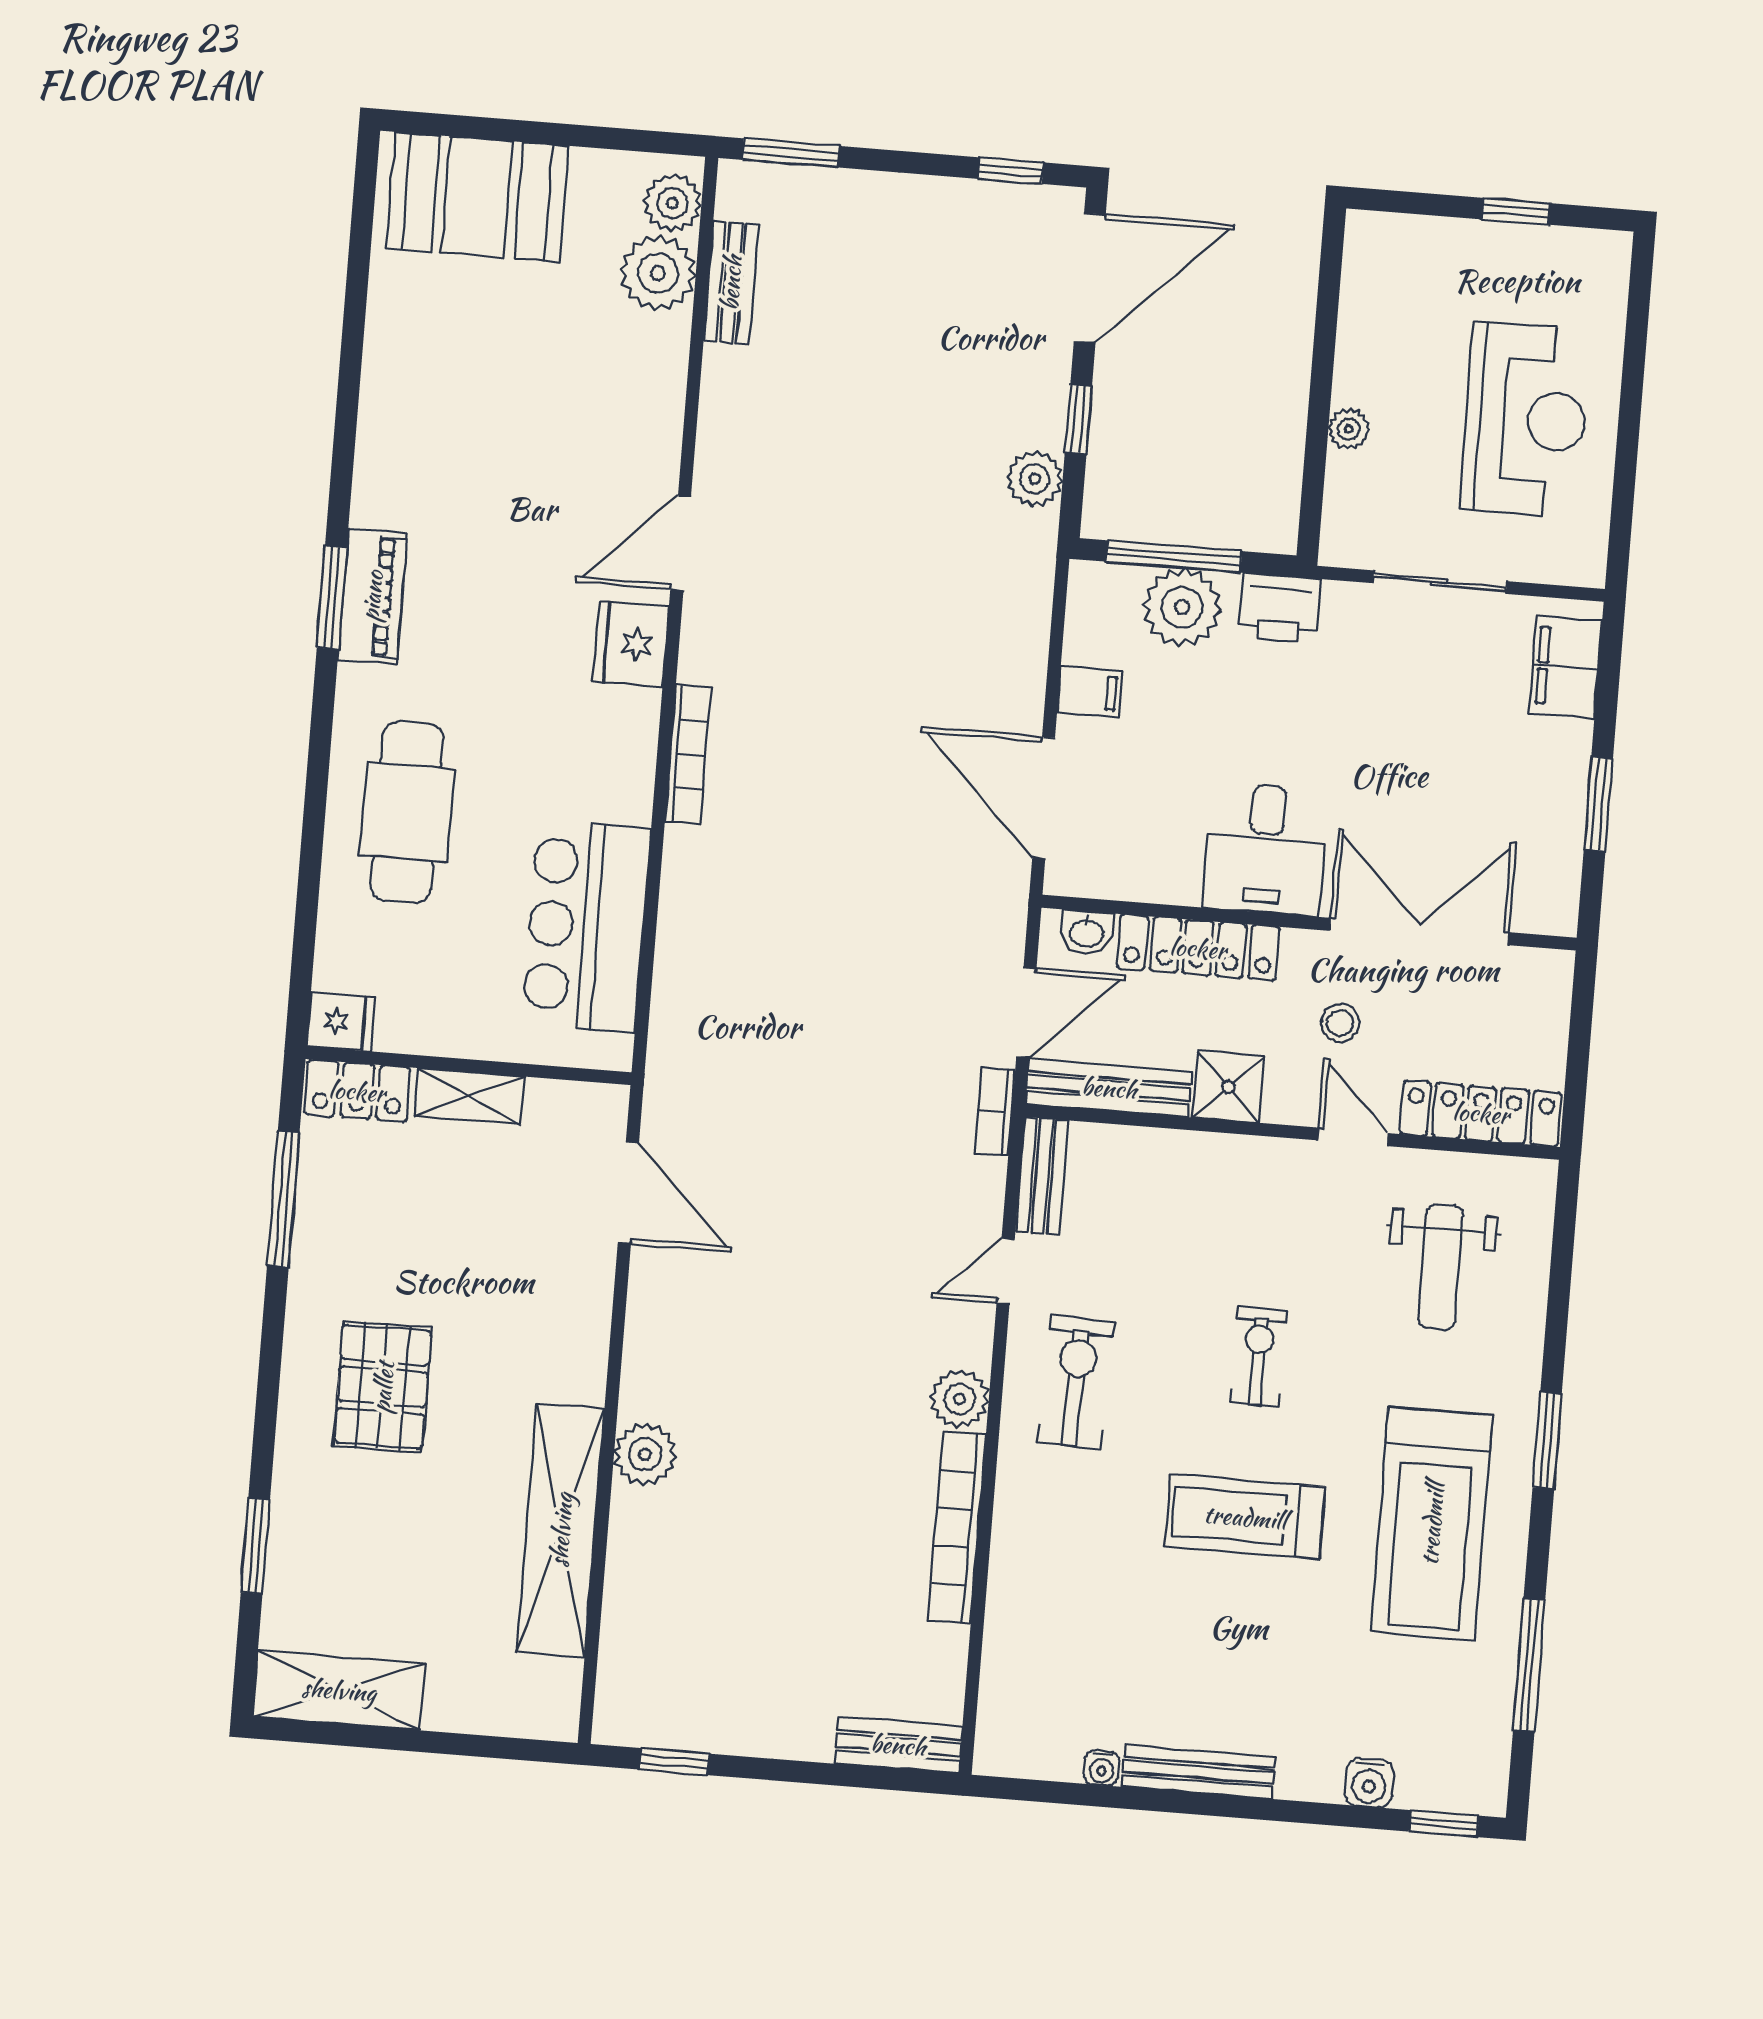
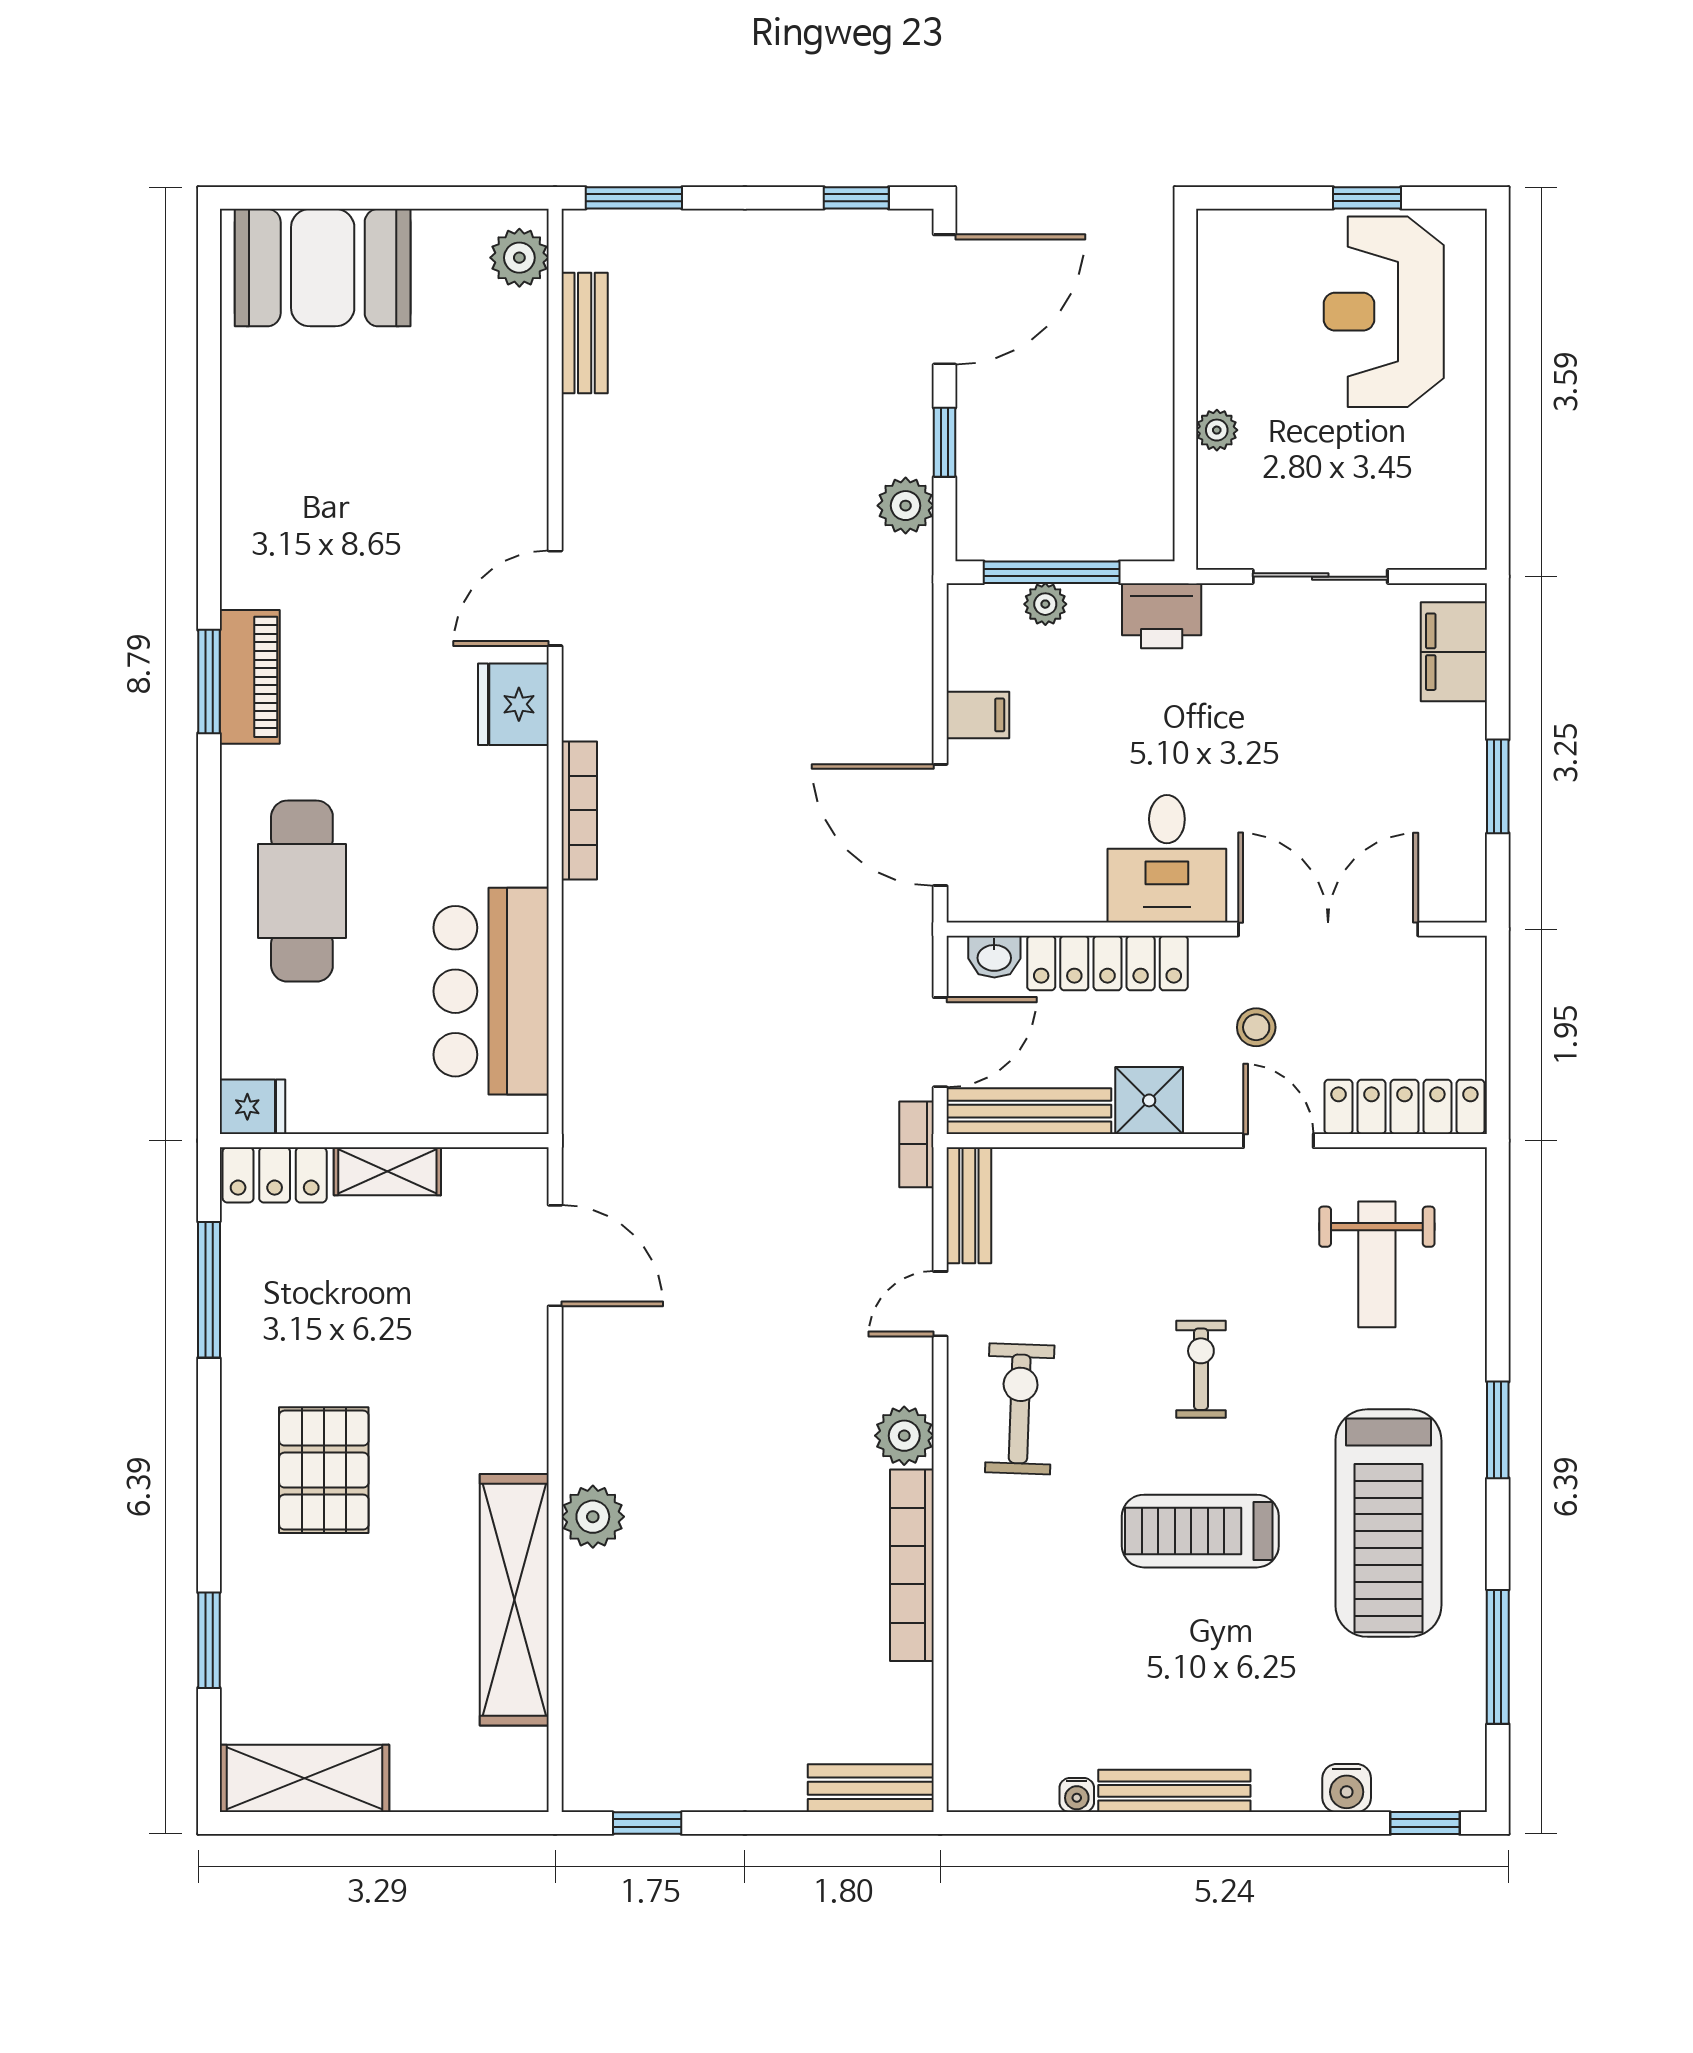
plant: (658, 273) -> (510, 329), removed
reception desk: (1525, 420) -> (1384, 312), moved, turned 180
plant: (1182, 607) -> (1045, 604), width x0.53, depth x0.53

